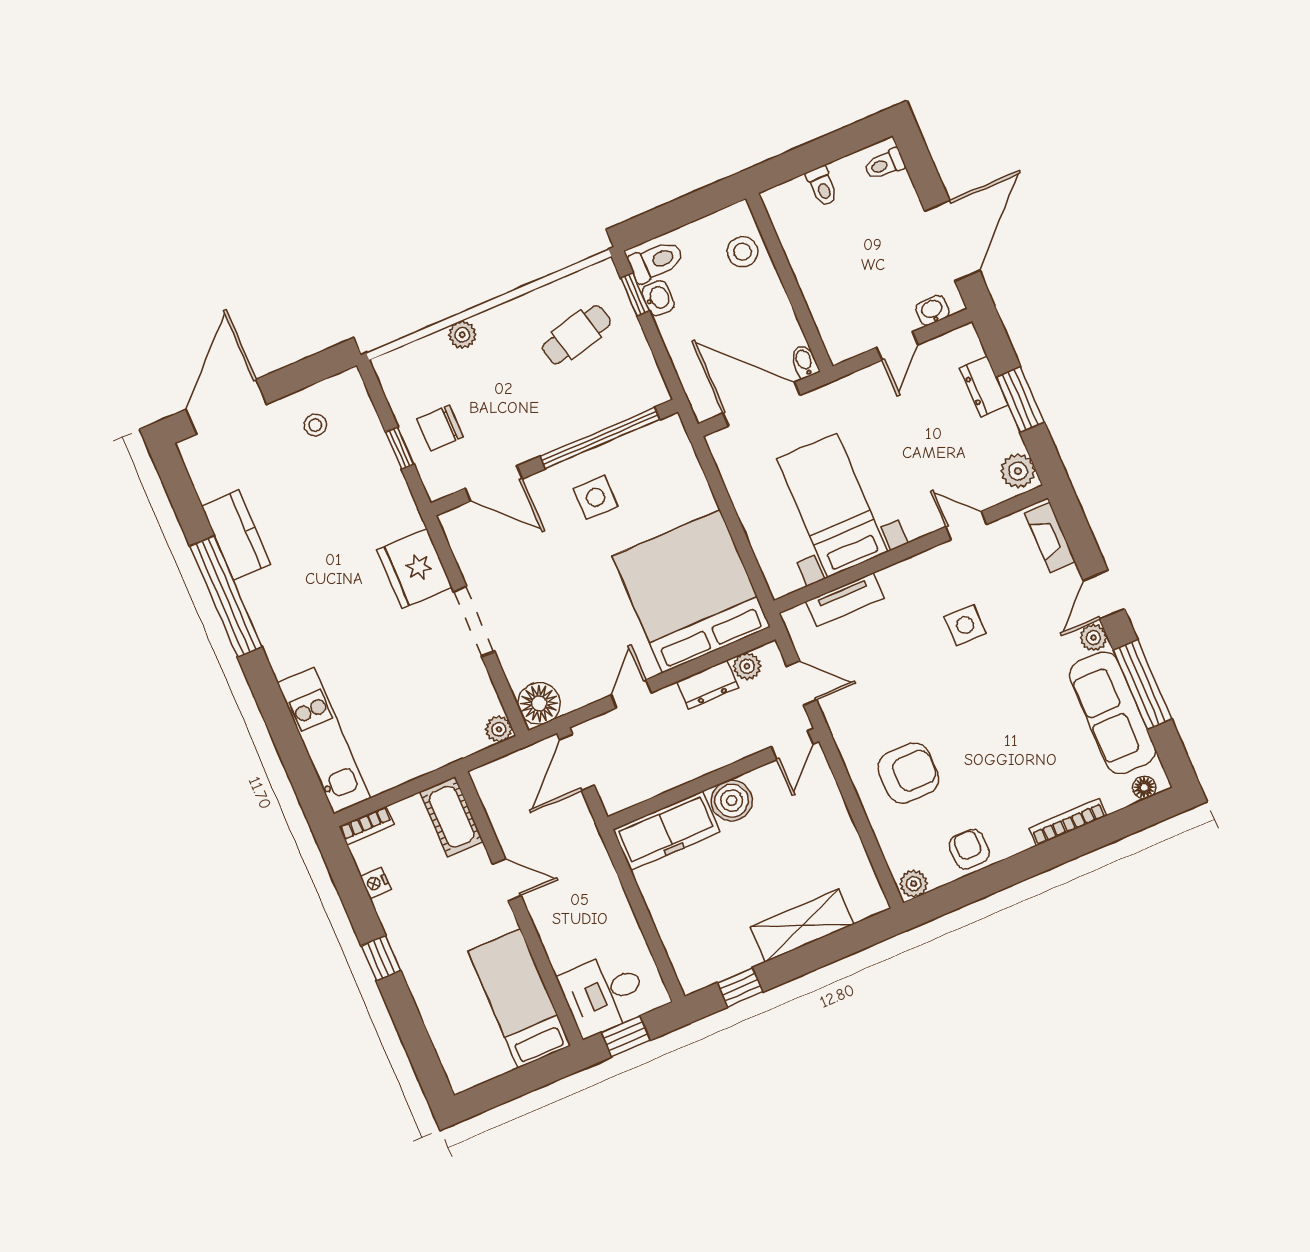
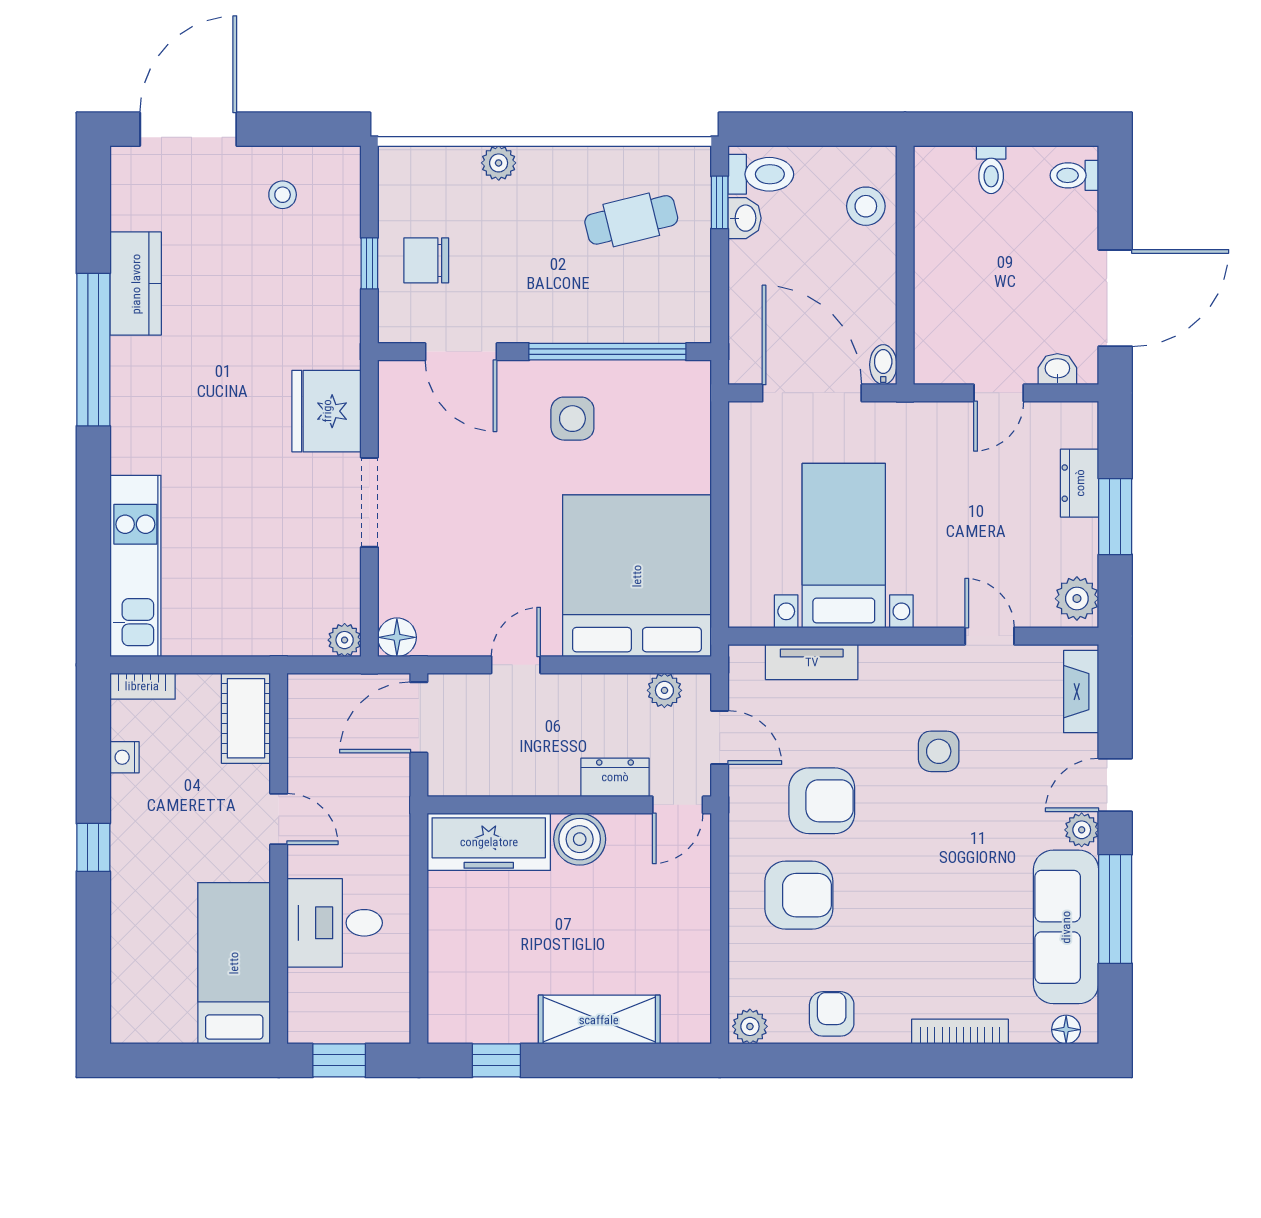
dresser: (708, 685) -> (615, 777), moved, turned 180
armchair: (896, 697) -> (822, 801), added
floor lamp: (539, 703) -> (397, 637), width x0.73, depth x0.73
desk: (604, 994) -> (335, 923), moved

